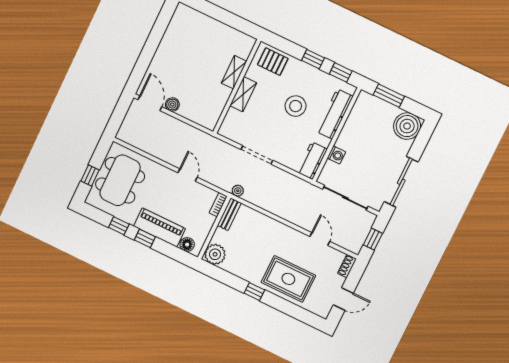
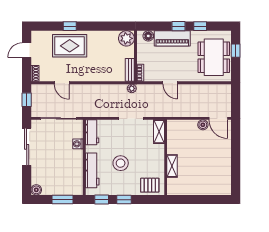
shelving: (243, 94) -> (159, 132), moved
boiler: (407, 126) -> (36, 190), width x0.54, depth x0.54
window: (254, 292) -> (70, 26), moved

